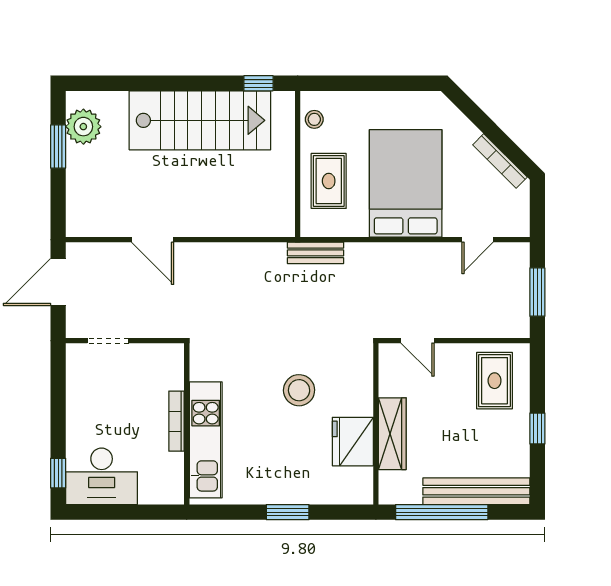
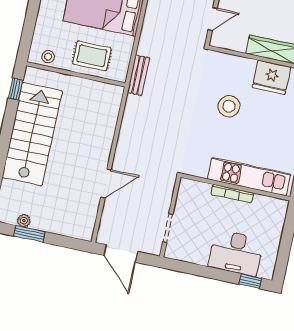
plant: (83, 127) -> (24, 221), width x0.53, depth x0.53
desk: (102, 476) -> (236, 253), moved, turned 90

